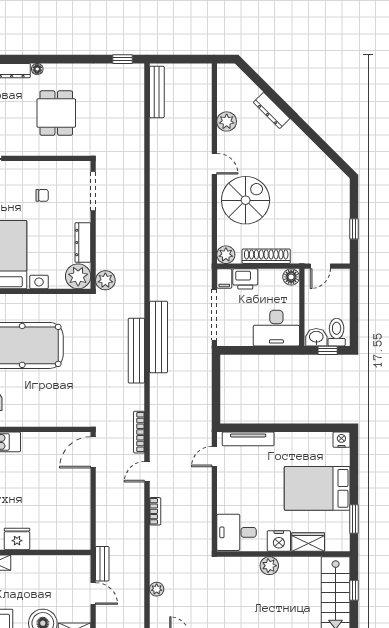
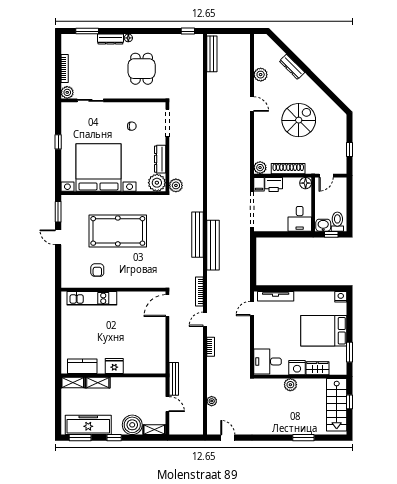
spiral stairs: (246, 200) -> (299, 120), moved
desk: (276, 328) -> (300, 219), width x0.73
bench: (158, 337) -> (213, 245), moved
bench: (102, 564) -> (174, 379), width x1.36

